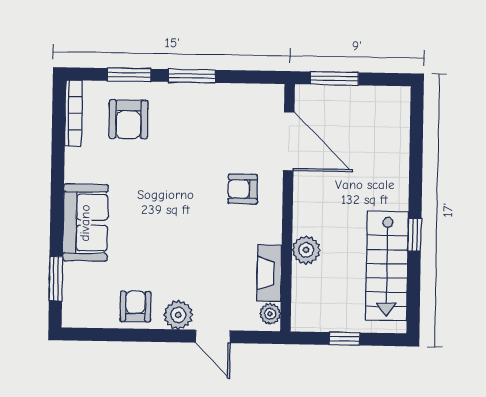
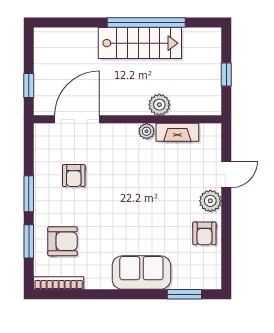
window: (334, 78) -> (29, 85), width x0.67
armchair: (243, 189) -> (74, 175), moved
window: (415, 235) -> (146, 23), width x3.17
stairs: (387, 266) -> (140, 43), moved
armchair: (135, 306) -> (204, 233), turned -90
plant: (270, 314) -> (147, 131), moved

